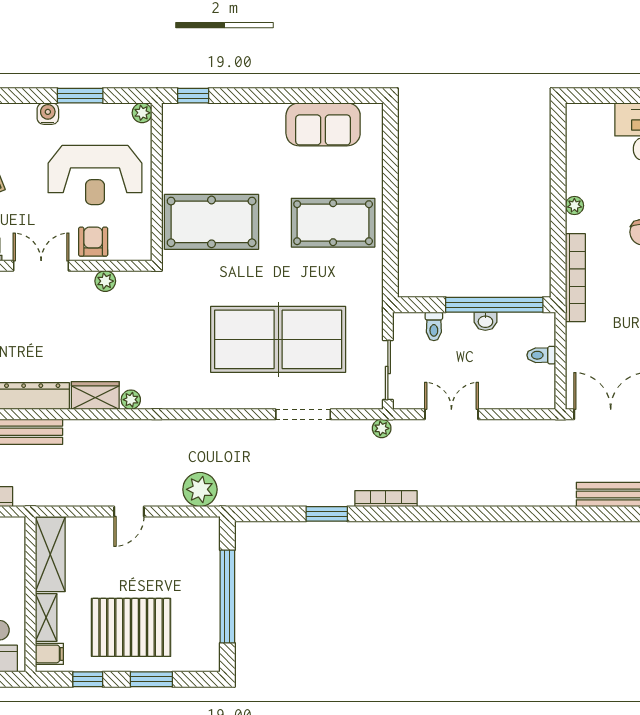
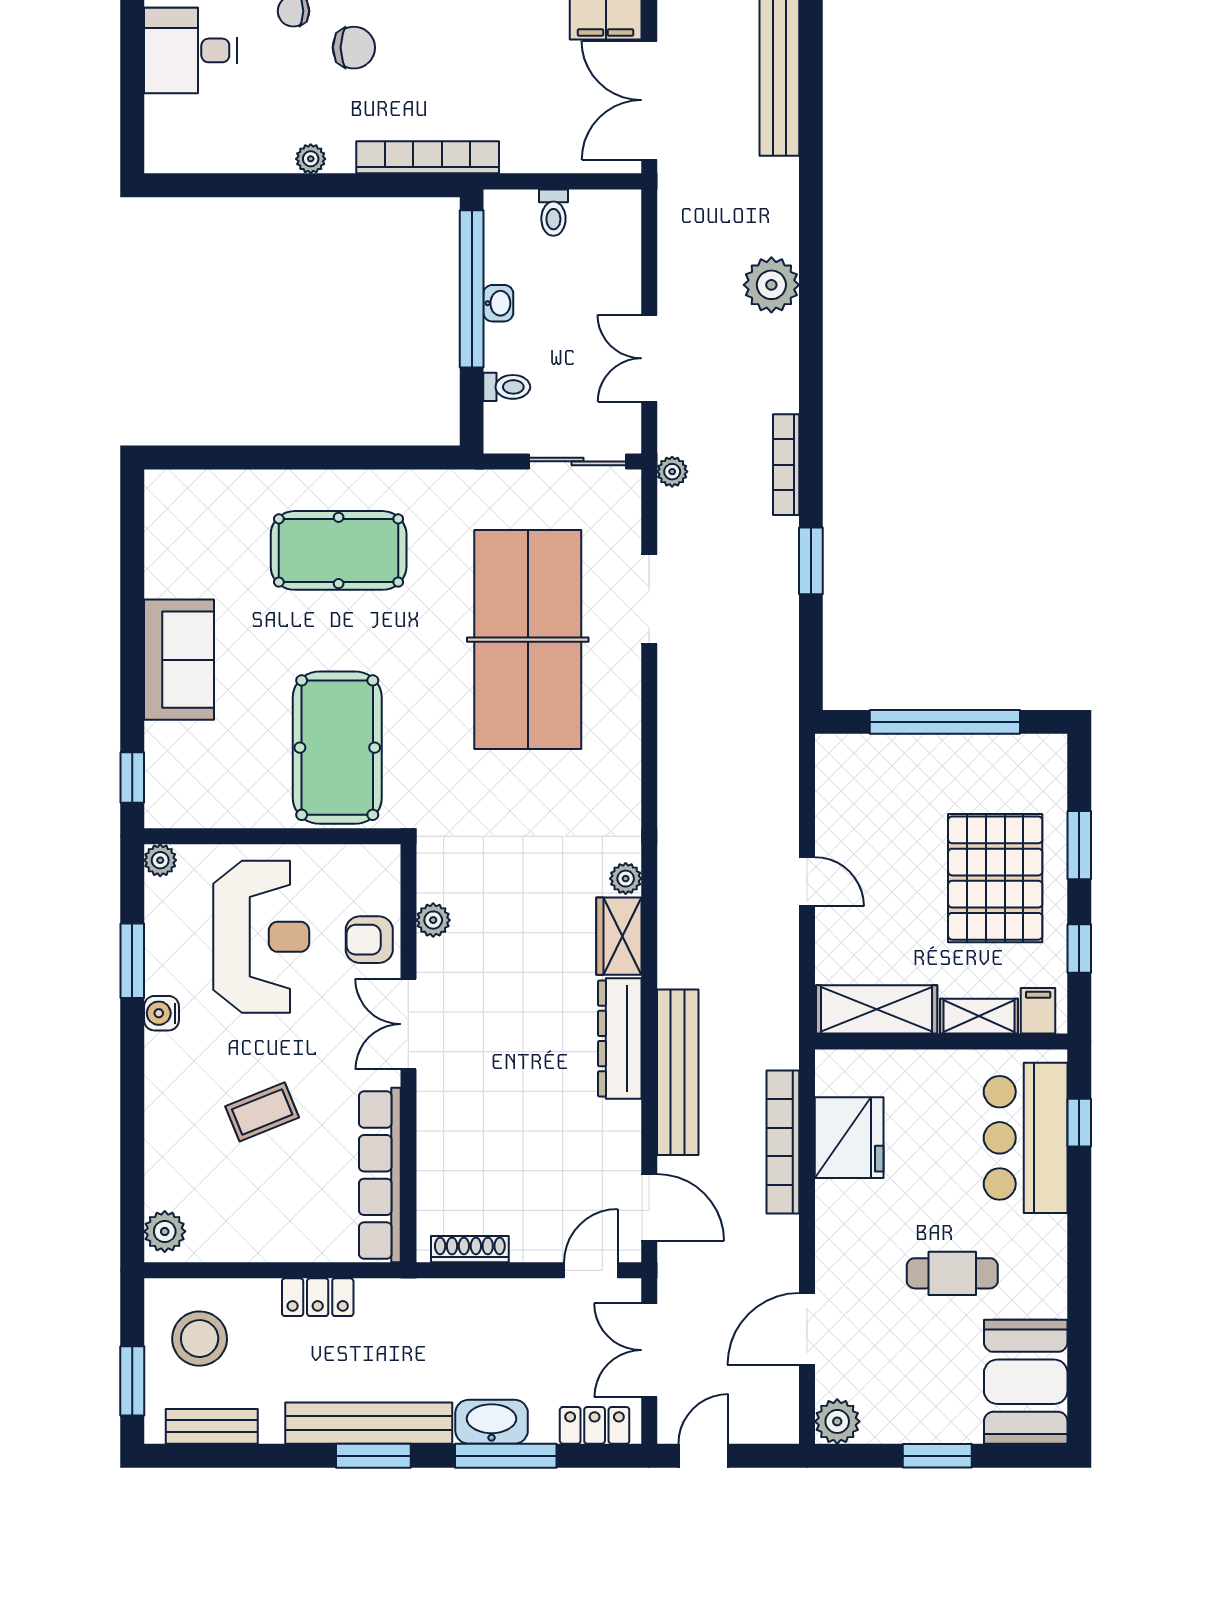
sofa: (323, 124) -> (179, 660), moved
pool table: (333, 223) -> (339, 550), turned 90
plant: (200, 489) -> (771, 285), moved

